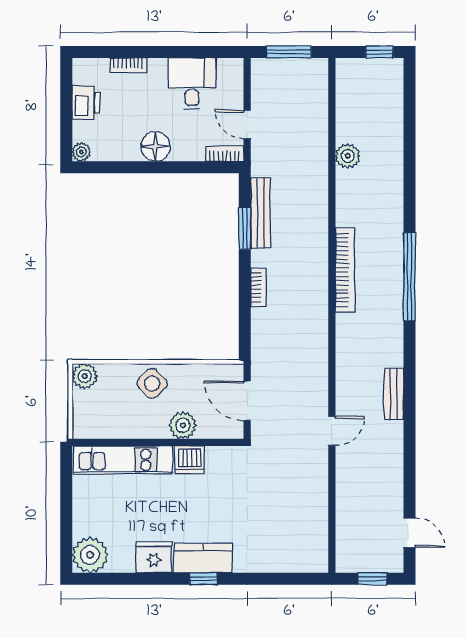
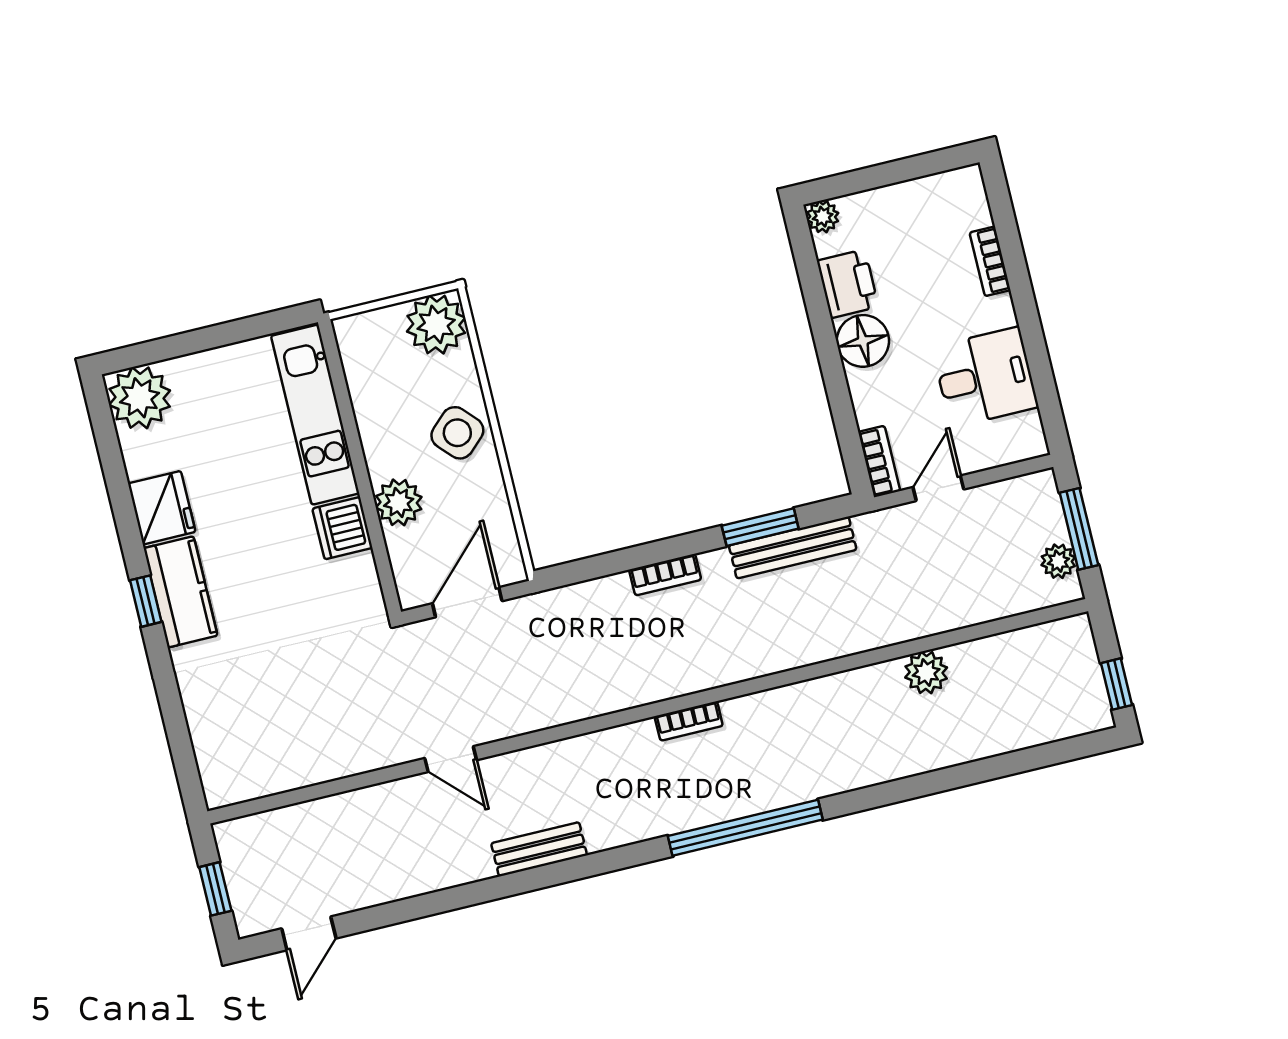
plant: (304, 68) -> (1058, 561), added
printer: (86, 103) -> (848, 284), moved, turned -90
bookcase: (345, 270) -> (689, 721), width x0.43, depth x0.76
plant: (85, 376) -> (436, 324), width x1.36, depth x1.36

